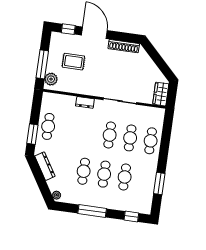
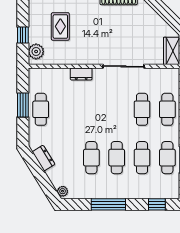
rug: (73, 62) -> (60, 26), turned 90
window: (42, 64) -> (23, 35), width x0.46
window: (32, 134) -> (23, 105), moved
cafe table: (110, 135) -> (167, 158), moved
dresser: (45, 166) -> (44, 158), width x0.70

